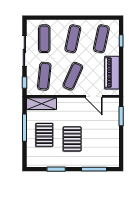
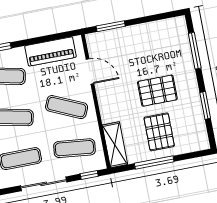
door: (94, 96) -> (90, 71), hinge flipped
pallet: (44, 135) -> (159, 132), turned 90

